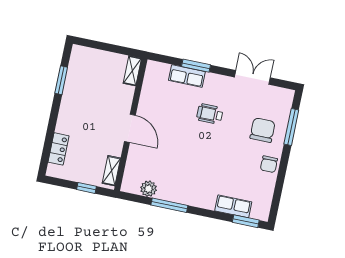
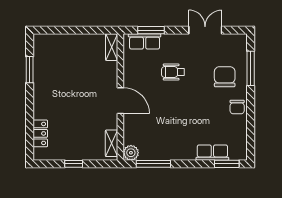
shelving: (132, 71) -> (112, 47), moved
wall: (131, 125) -> (120, 97), moved
door: (130, 128) -> (120, 101), moved
shelving: (111, 171) -> (112, 143), moved

